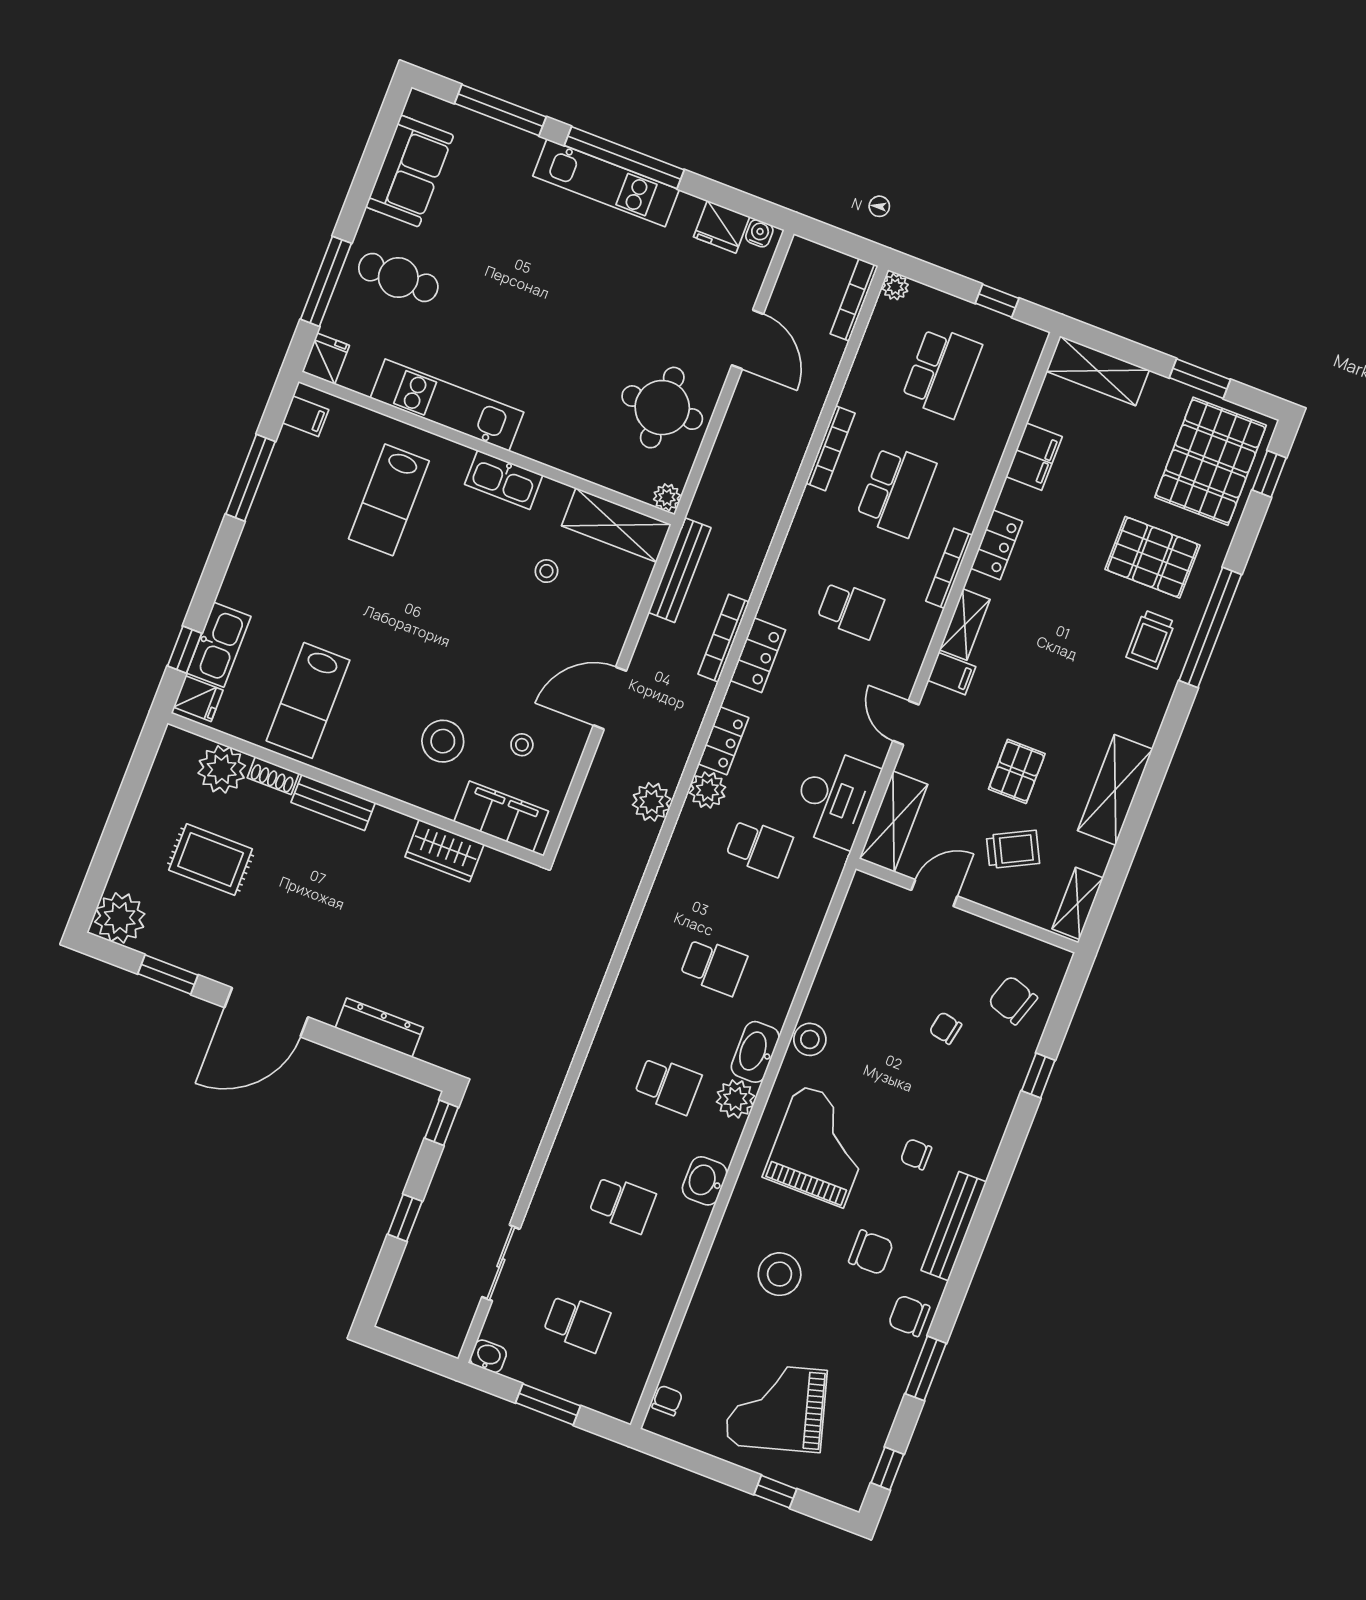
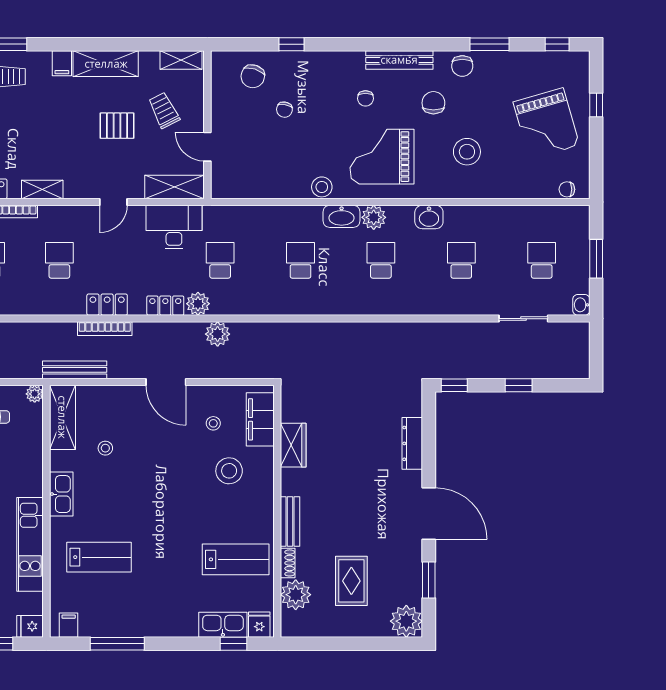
filing cabinet: (952, 674) -> (62, 63), moved, turned 180

